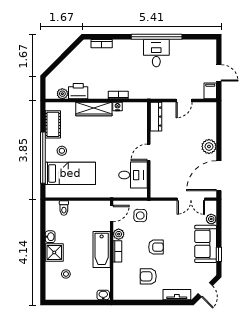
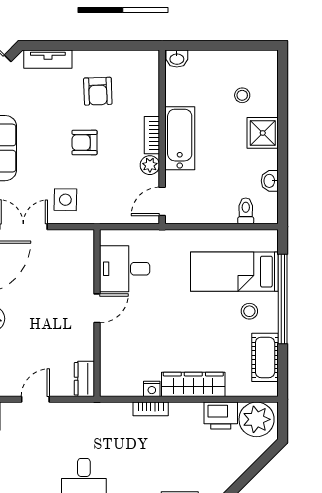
plant: (62, 94) -> (257, 419), width x1.88, depth x1.88
dresser: (156, 117) -> (84, 379), width x0.70
side table: (140, 216) -> (65, 200), moved
washbasin: (50, 237) -> (270, 181), moved
armchair: (148, 276) -> (98, 91), turned 88

